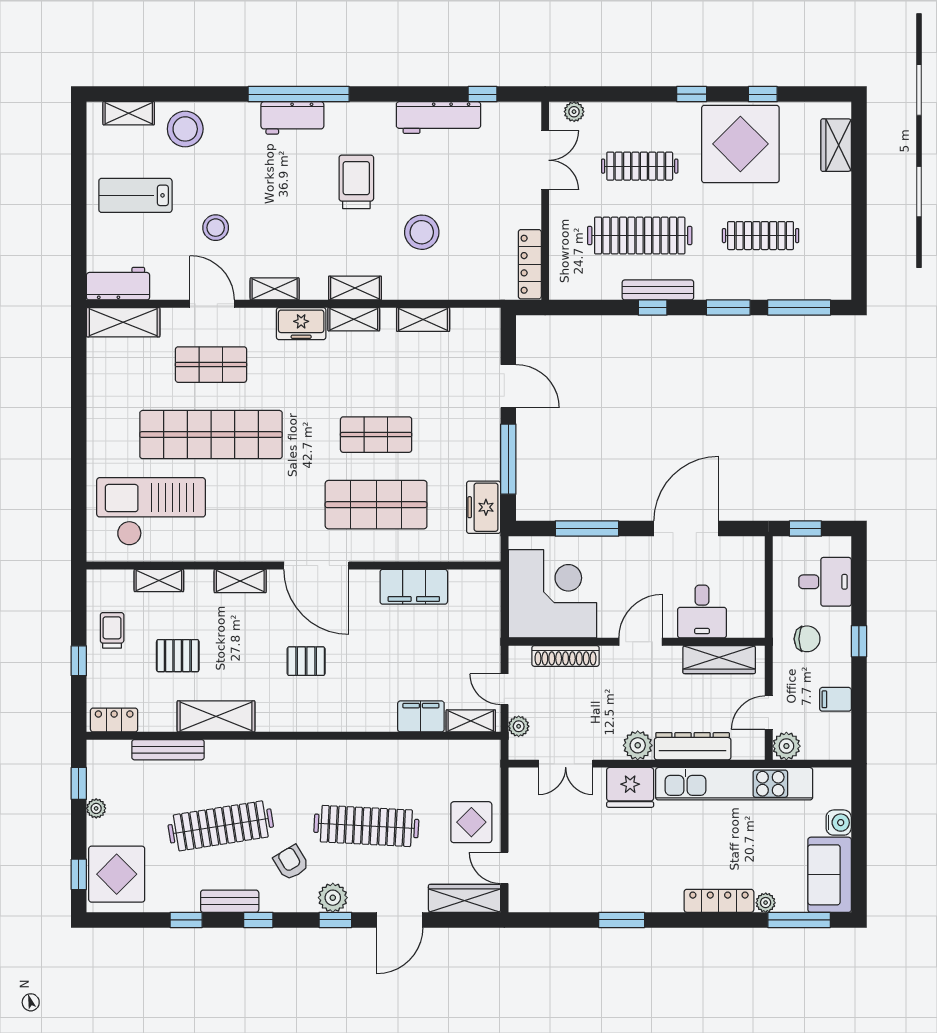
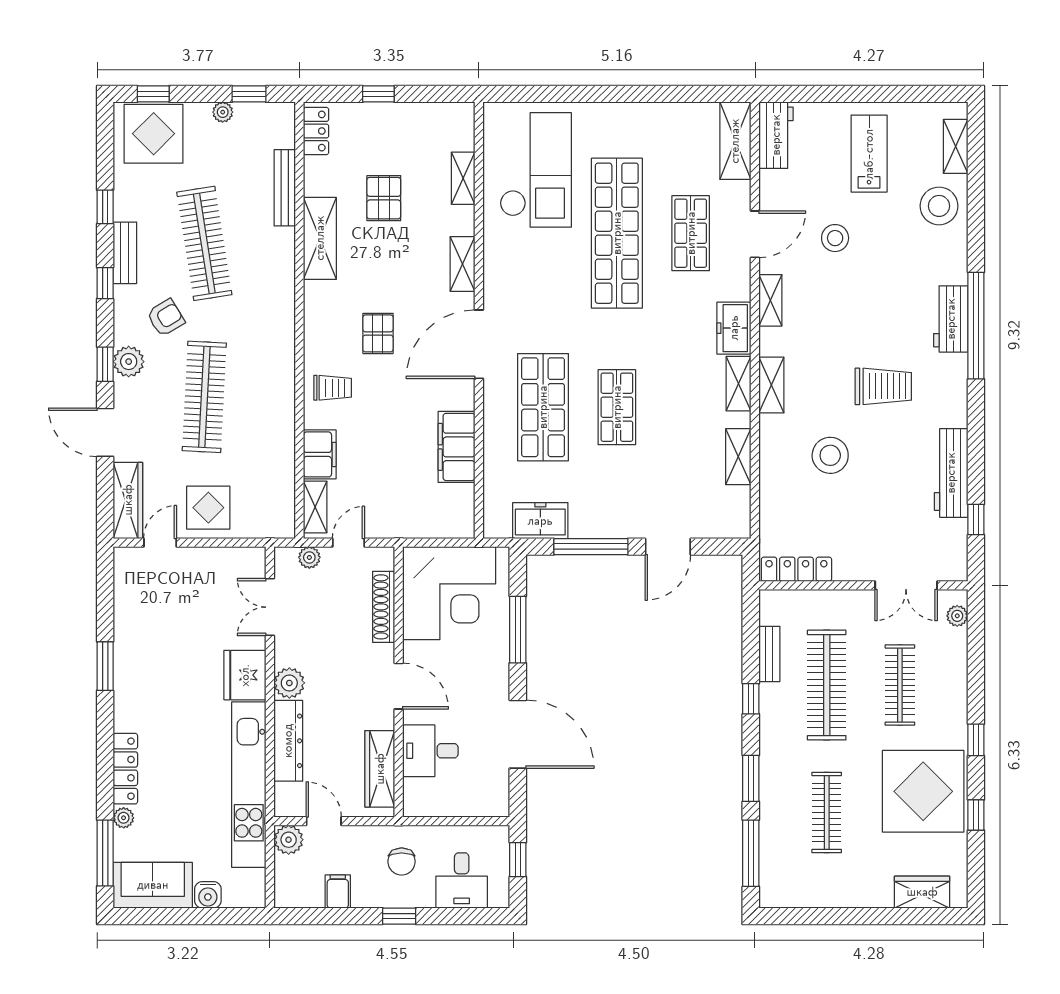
bench: (658, 290) -> (769, 654), moved, width x0.73
trolley: (112, 630) -> (333, 388), moved

